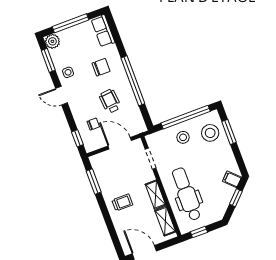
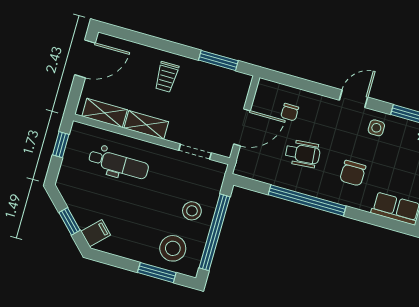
window: (77, 138) -> (286, 80), removed
dental chair: (187, 194) -> (119, 164), width x0.73, depth x0.72

